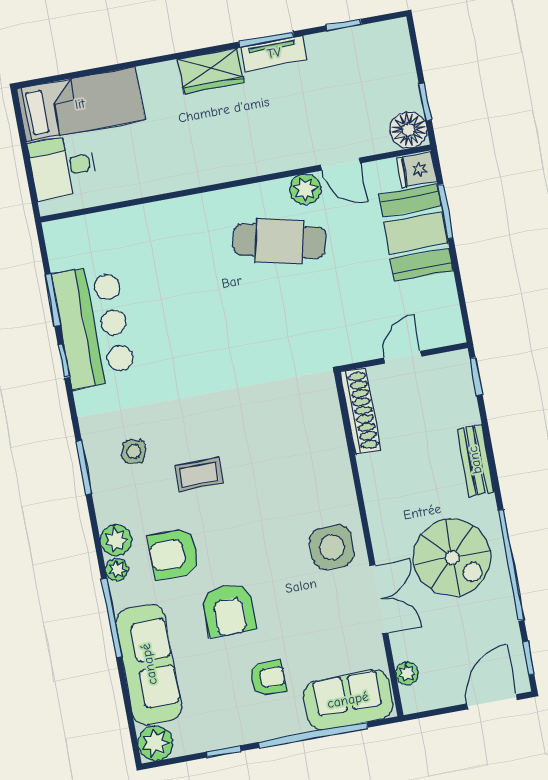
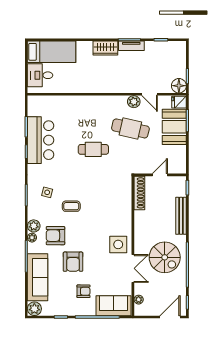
cafe table: (280, 241) -> (130, 128), moved
cafe table: (227, 325) -> (93, 149), added
bench: (475, 460) -> (181, 216), width x1.36

